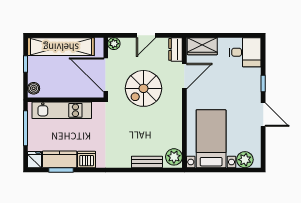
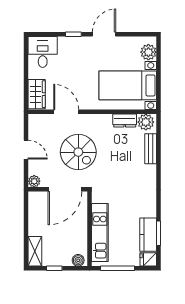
shelving: (61, 47) -> (35, 251), width x0.45, depth x0.75
dresser: (176, 49) -> (125, 120), moved
dishwasher: (87, 159) -> (148, 208), removed

